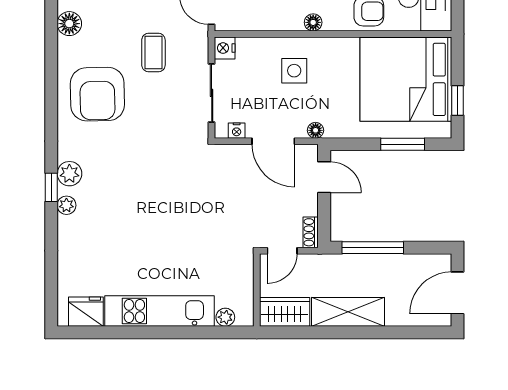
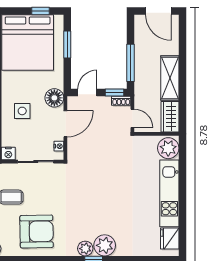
floor lamp: (316, 130) -> (54, 98), width x1.89, depth x1.89
plant: (66, 205) -> (105, 245), width x1.87, depth x1.87
window: (324, 222) -> (115, 93), added
plant: (225, 317) -> (168, 148), width x1.88, depth x1.88

